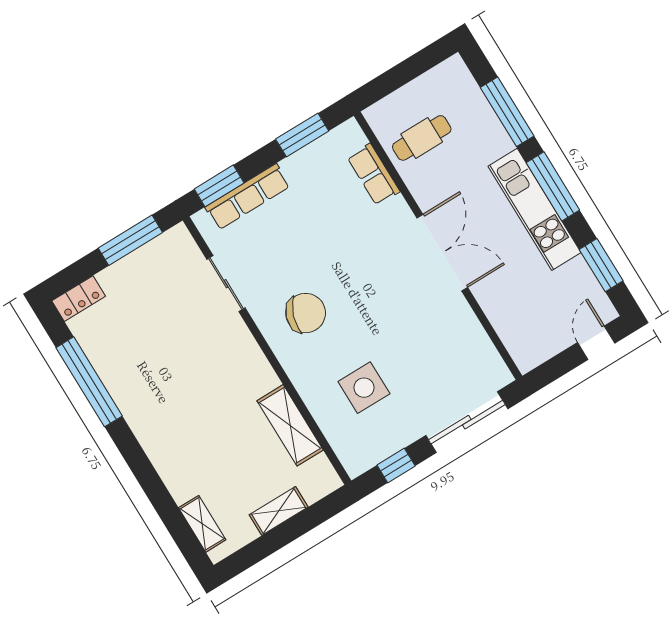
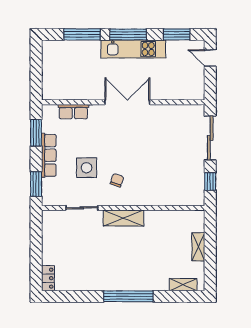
cafe table: (422, 138) -> (70, 80), removed
row of seats: (248, 197) -> (49, 155), moved
window: (130, 240) -> (36, 239), removed
chair: (306, 313) -> (117, 180), width x0.54, depth x0.54
window: (89, 382) -> (128, 296), moved
side table: (364, 388) -> (87, 168), moved
shelving: (290, 425) -> (123, 218), moved

